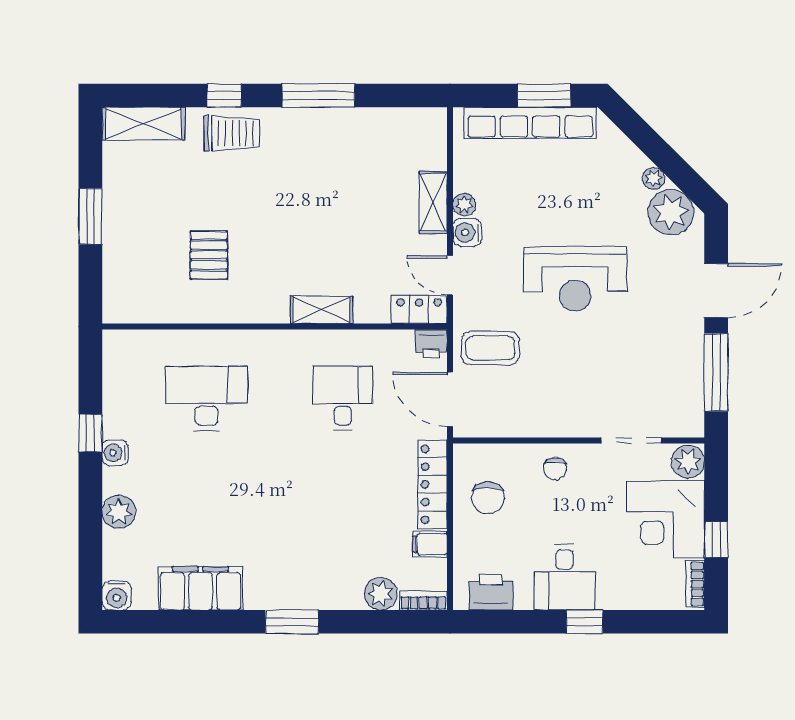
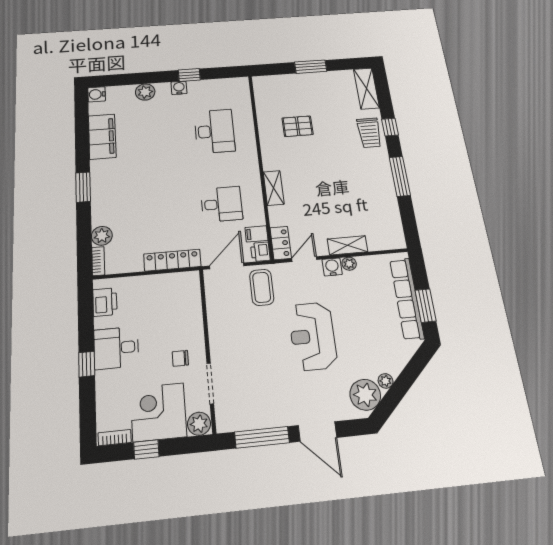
chair: (555, 469) -> (180, 358), moved
chair: (488, 498) -> (166, 295), removed
filing cabinet: (430, 544) -> (256, 234), moved, turned -90

